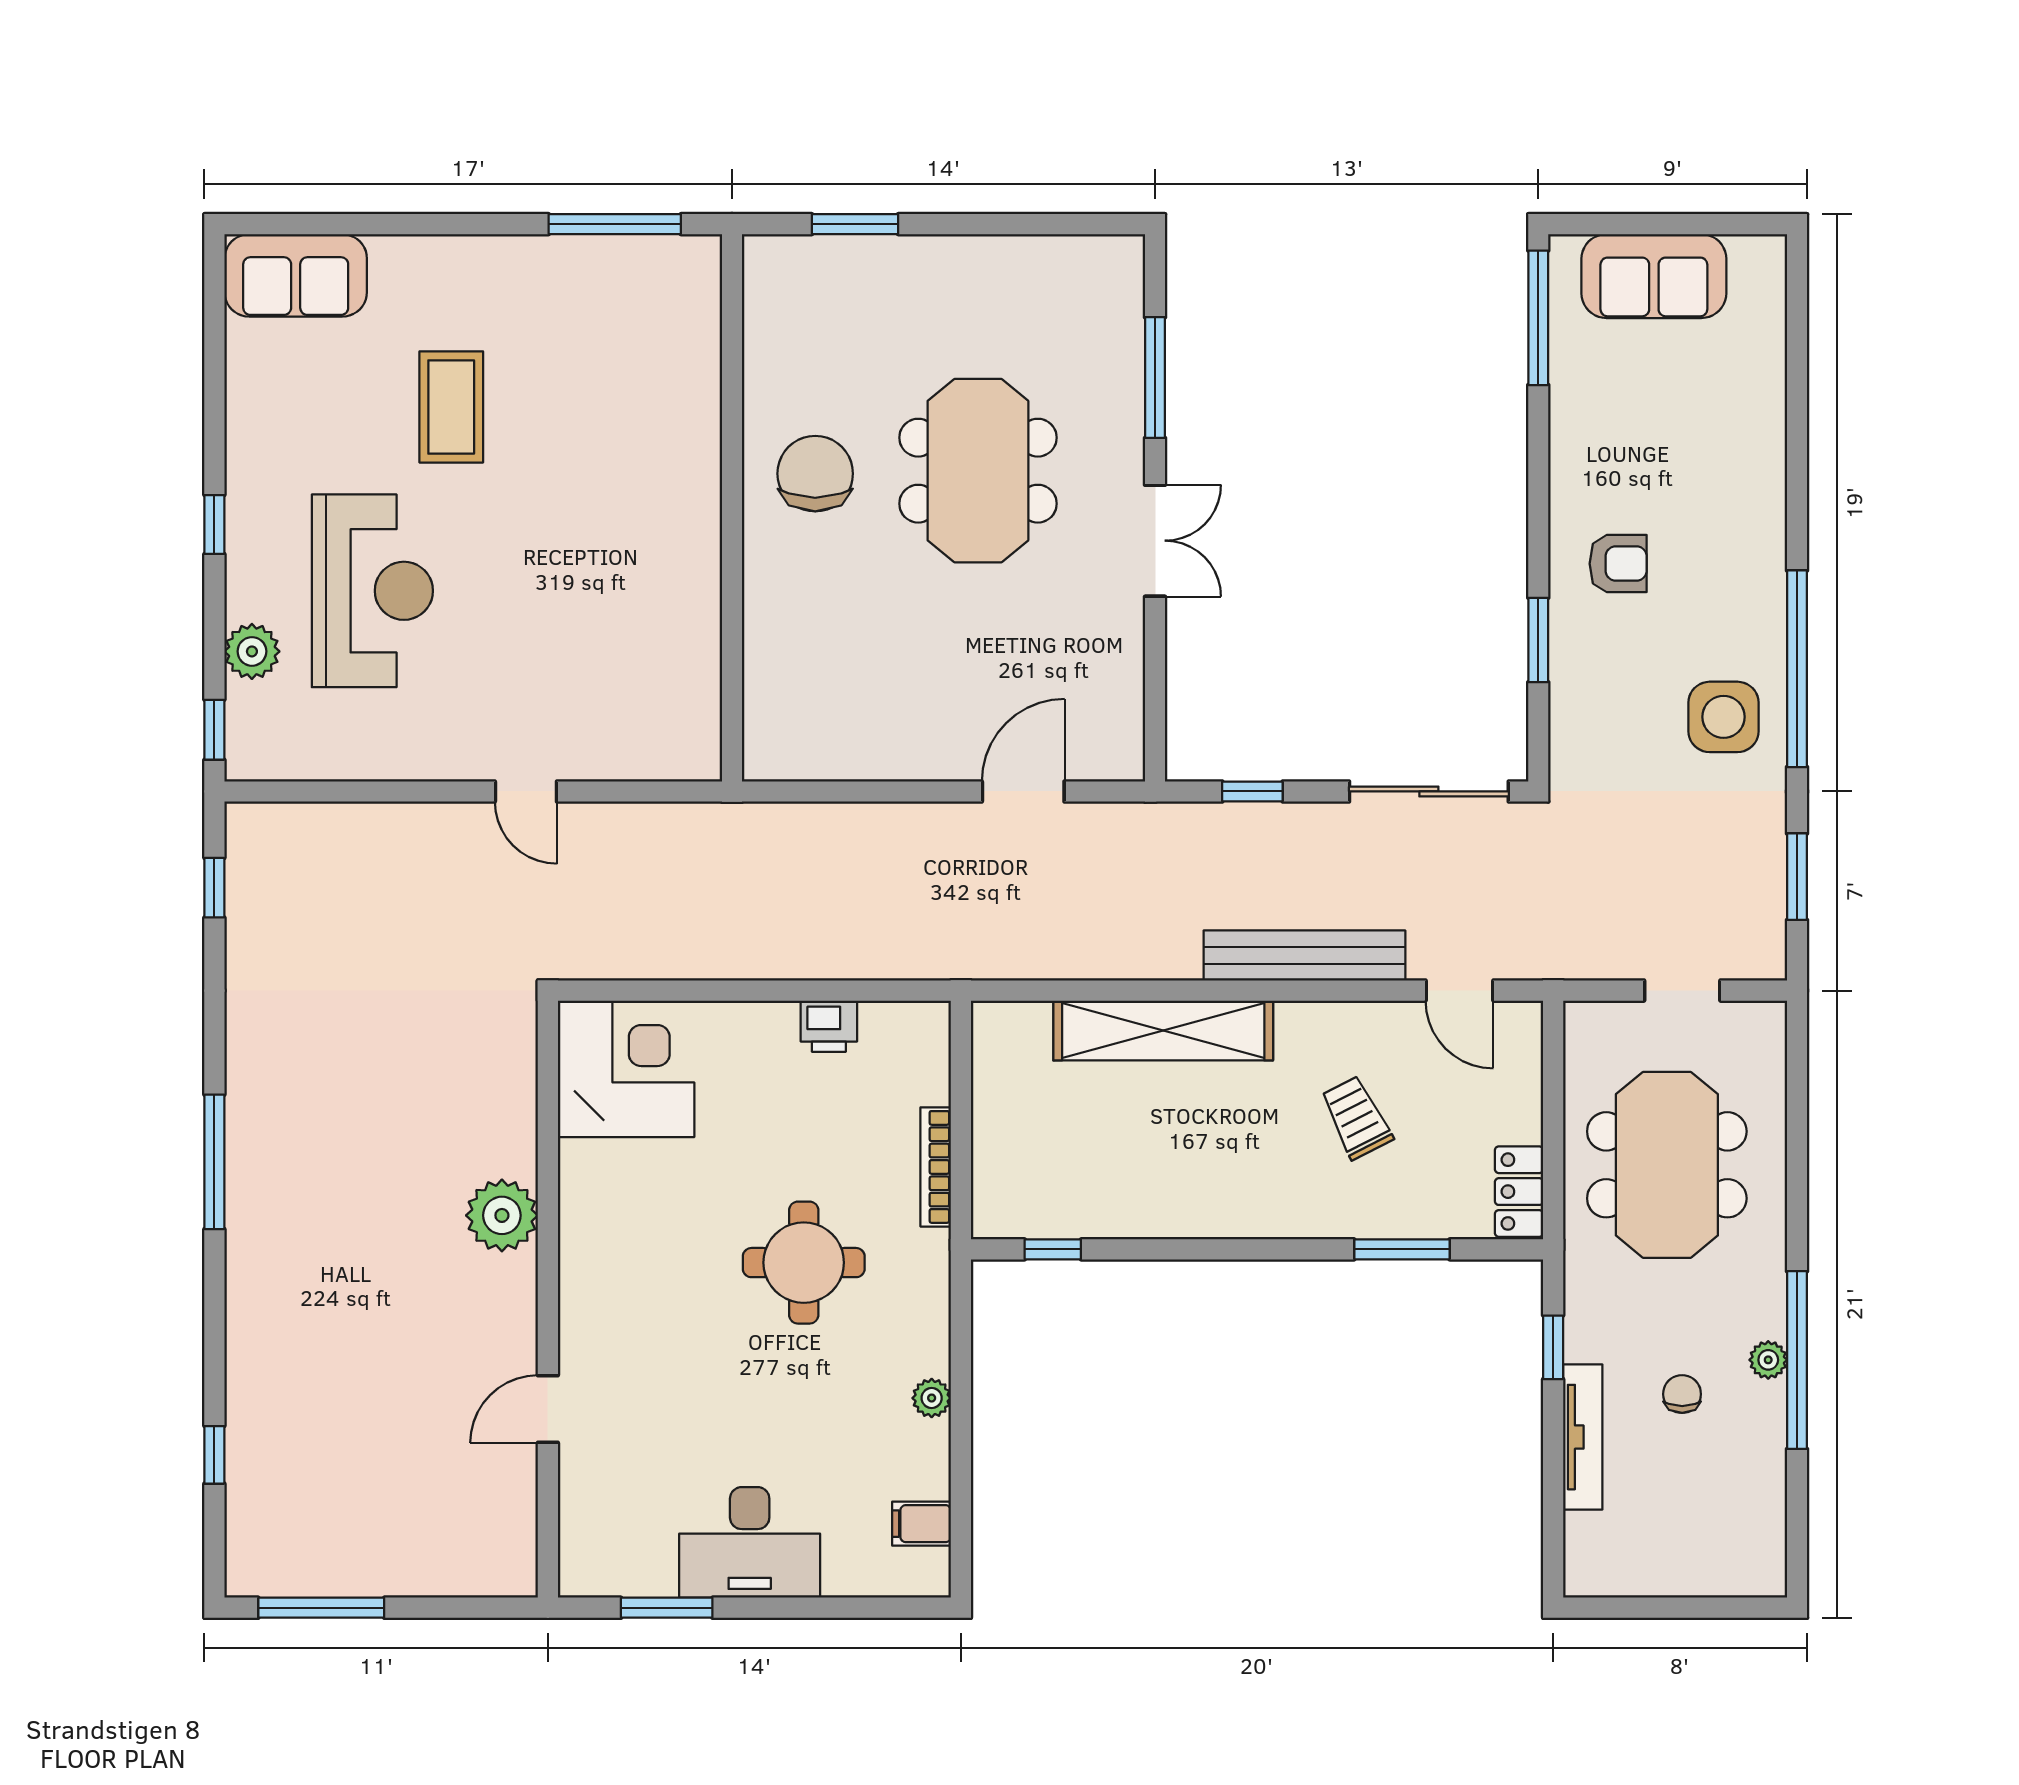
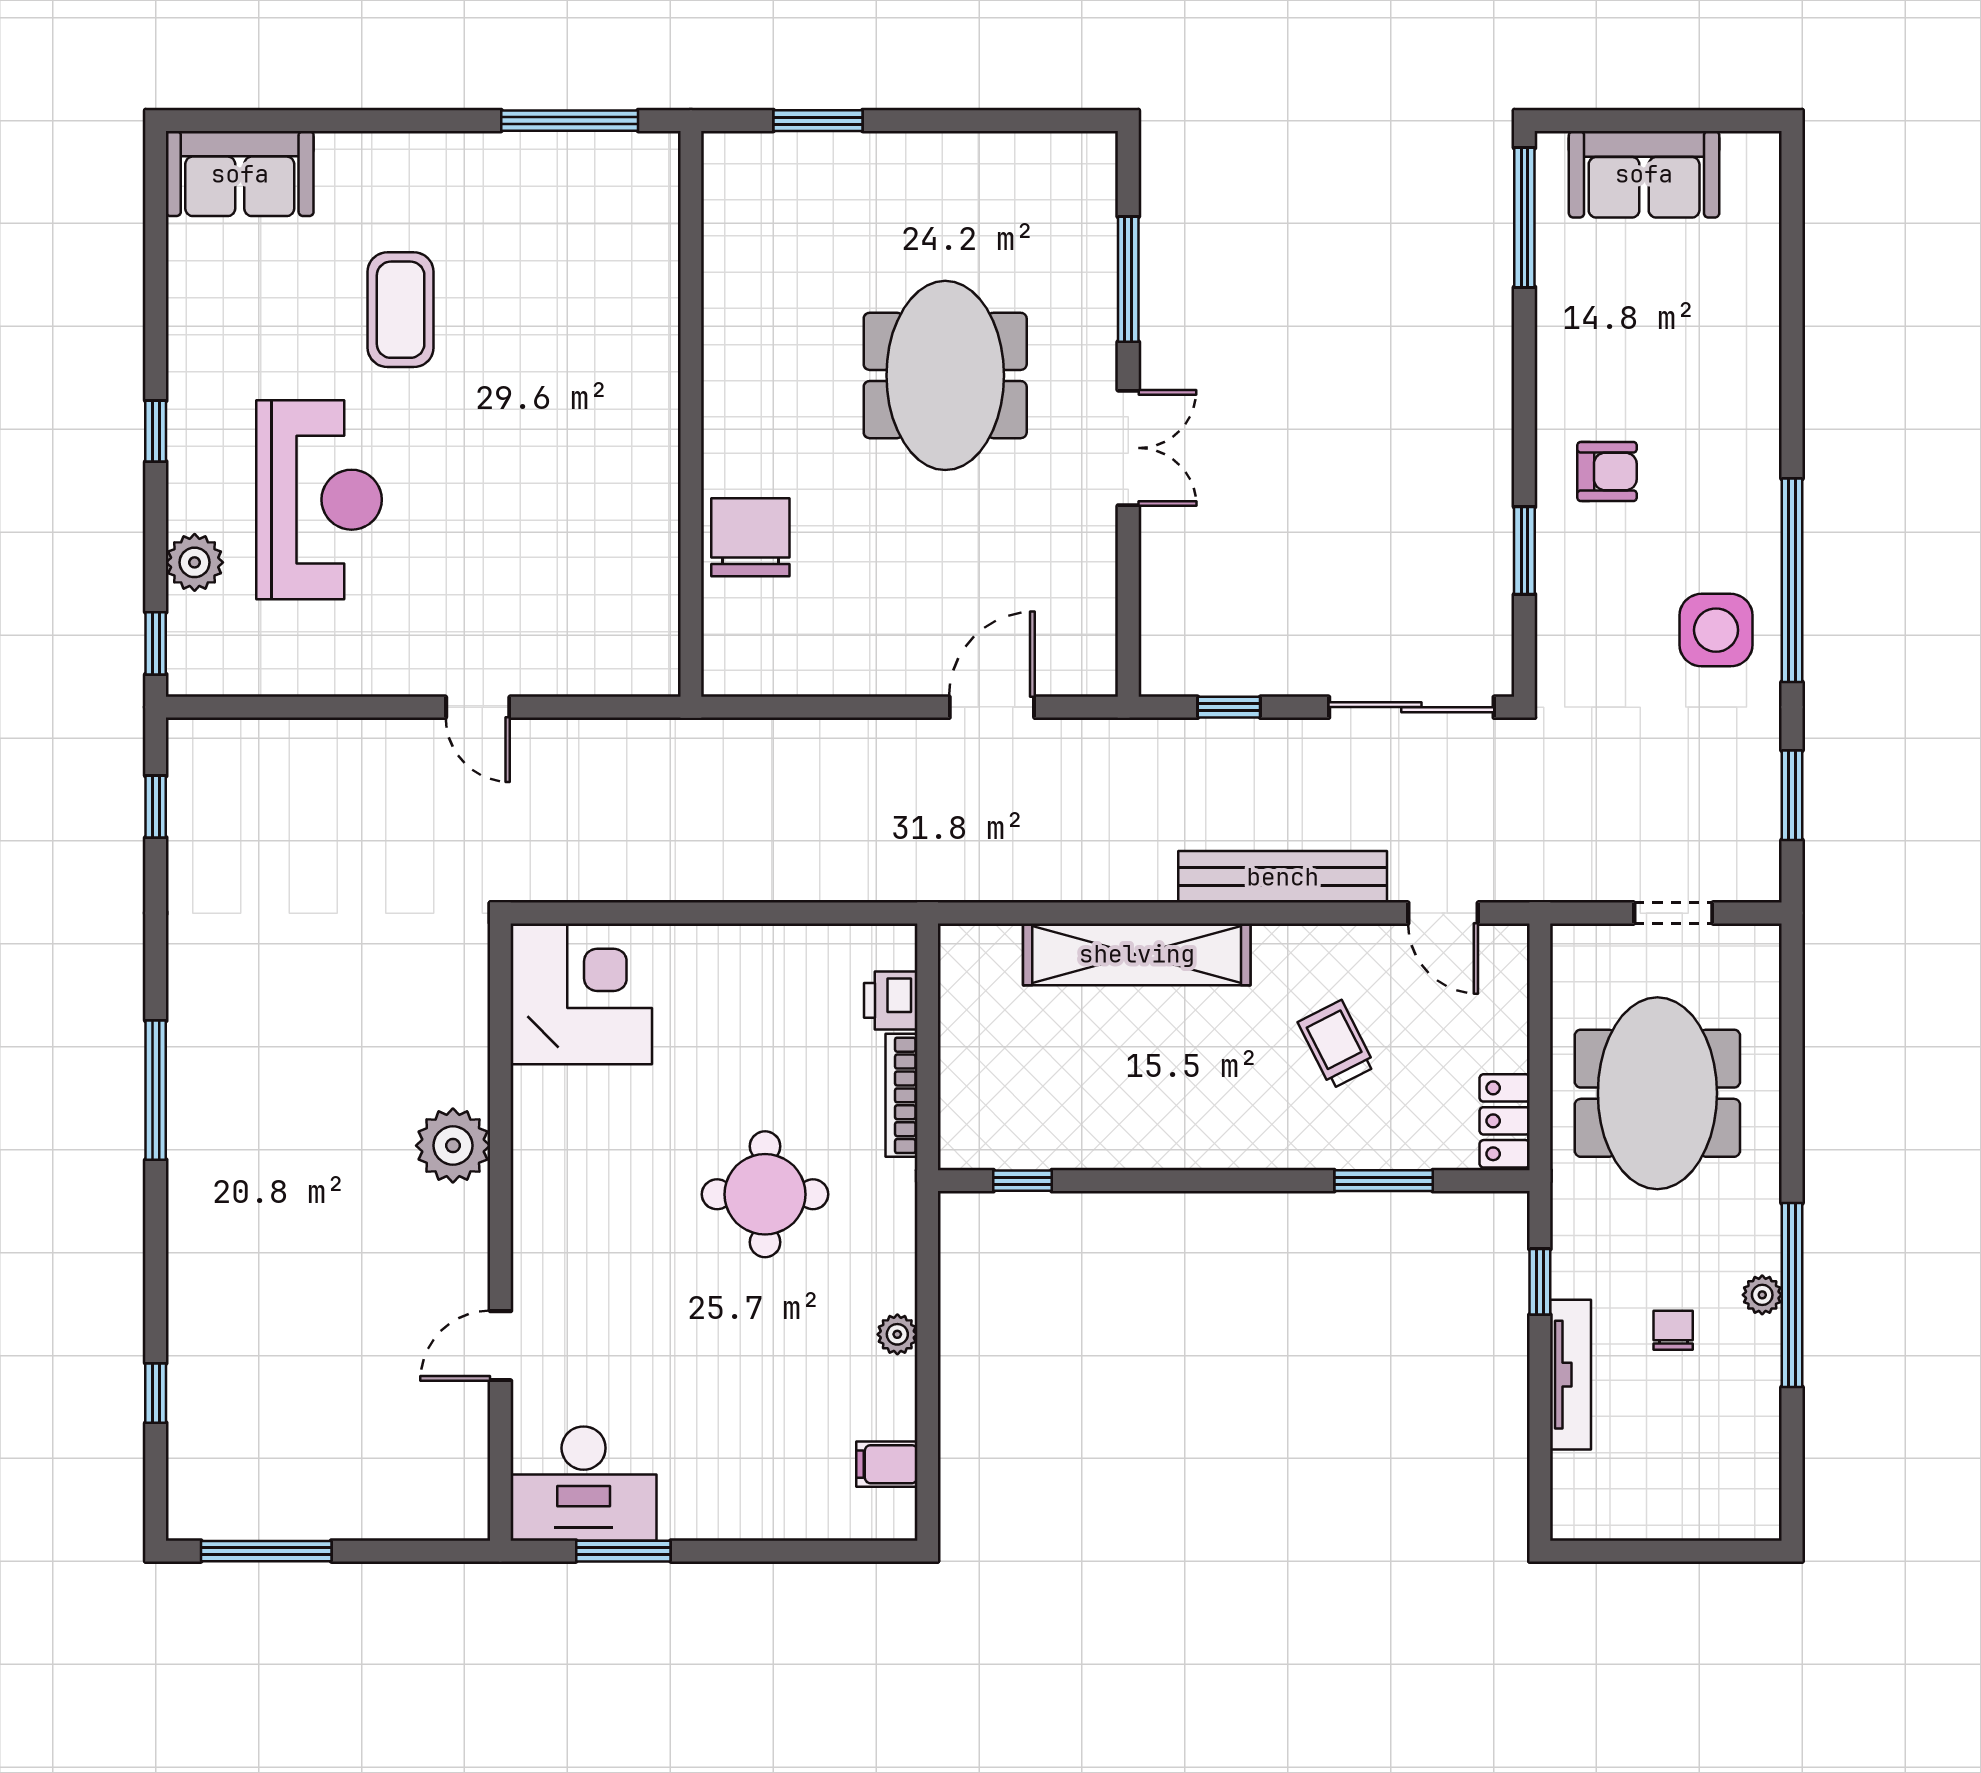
chair: (815, 474) -> (750, 537), moved
printer: (829, 1026) -> (891, 1000), moved, turned 90
desk: (750, 1542) -> (584, 1484), moved

